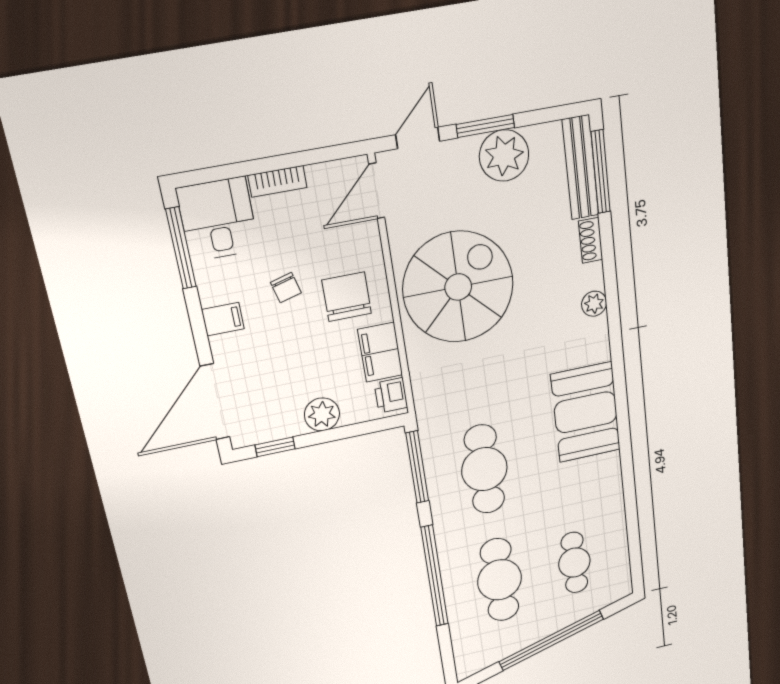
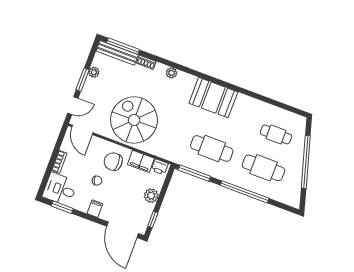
door: (418, 138) -> (73, 106), swing flipped
plant: (504, 156) -> (94, 72), width x0.53, depth x0.53
window: (181, 248) -> (62, 207), width x0.69

